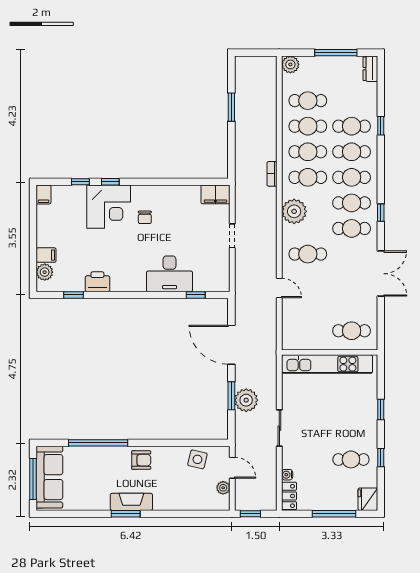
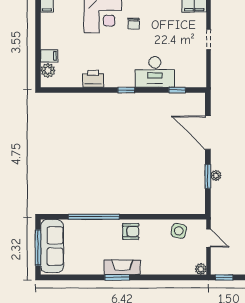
window: (73, 295) -> (126, 90), moved
plant: (246, 400) -> (216, 175), width x0.53, depth x0.53
plant: (223, 488) -> (201, 269), moved

